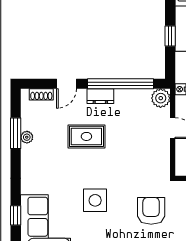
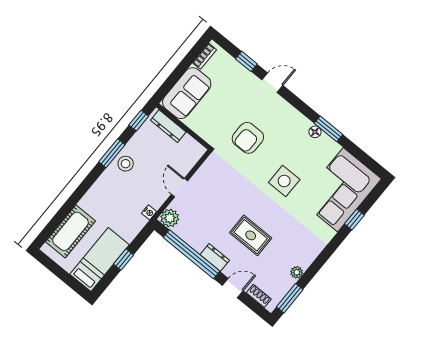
window: (16, 133) -> (290, 298), moved

